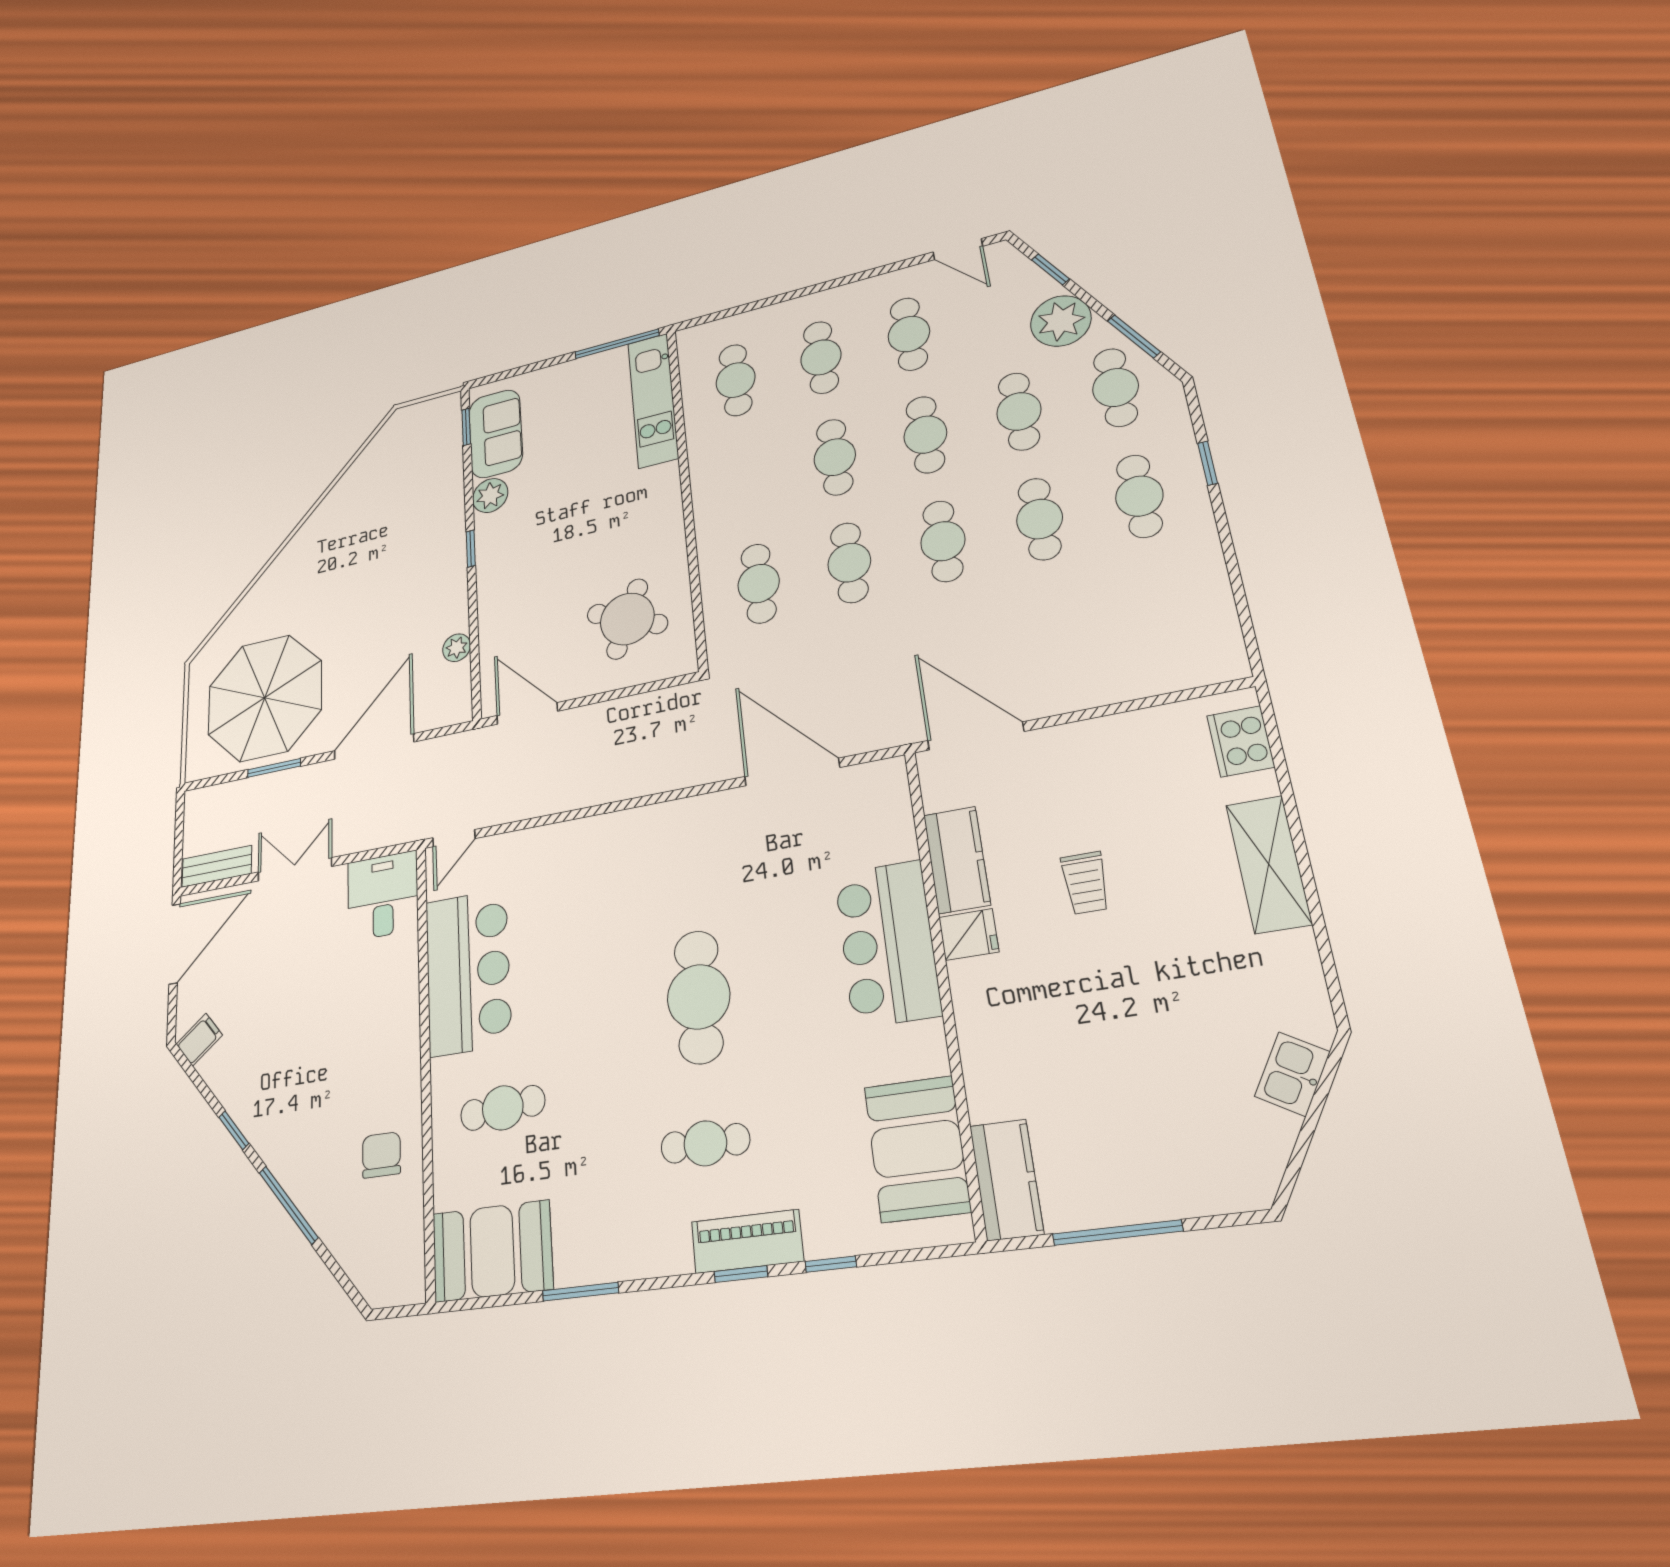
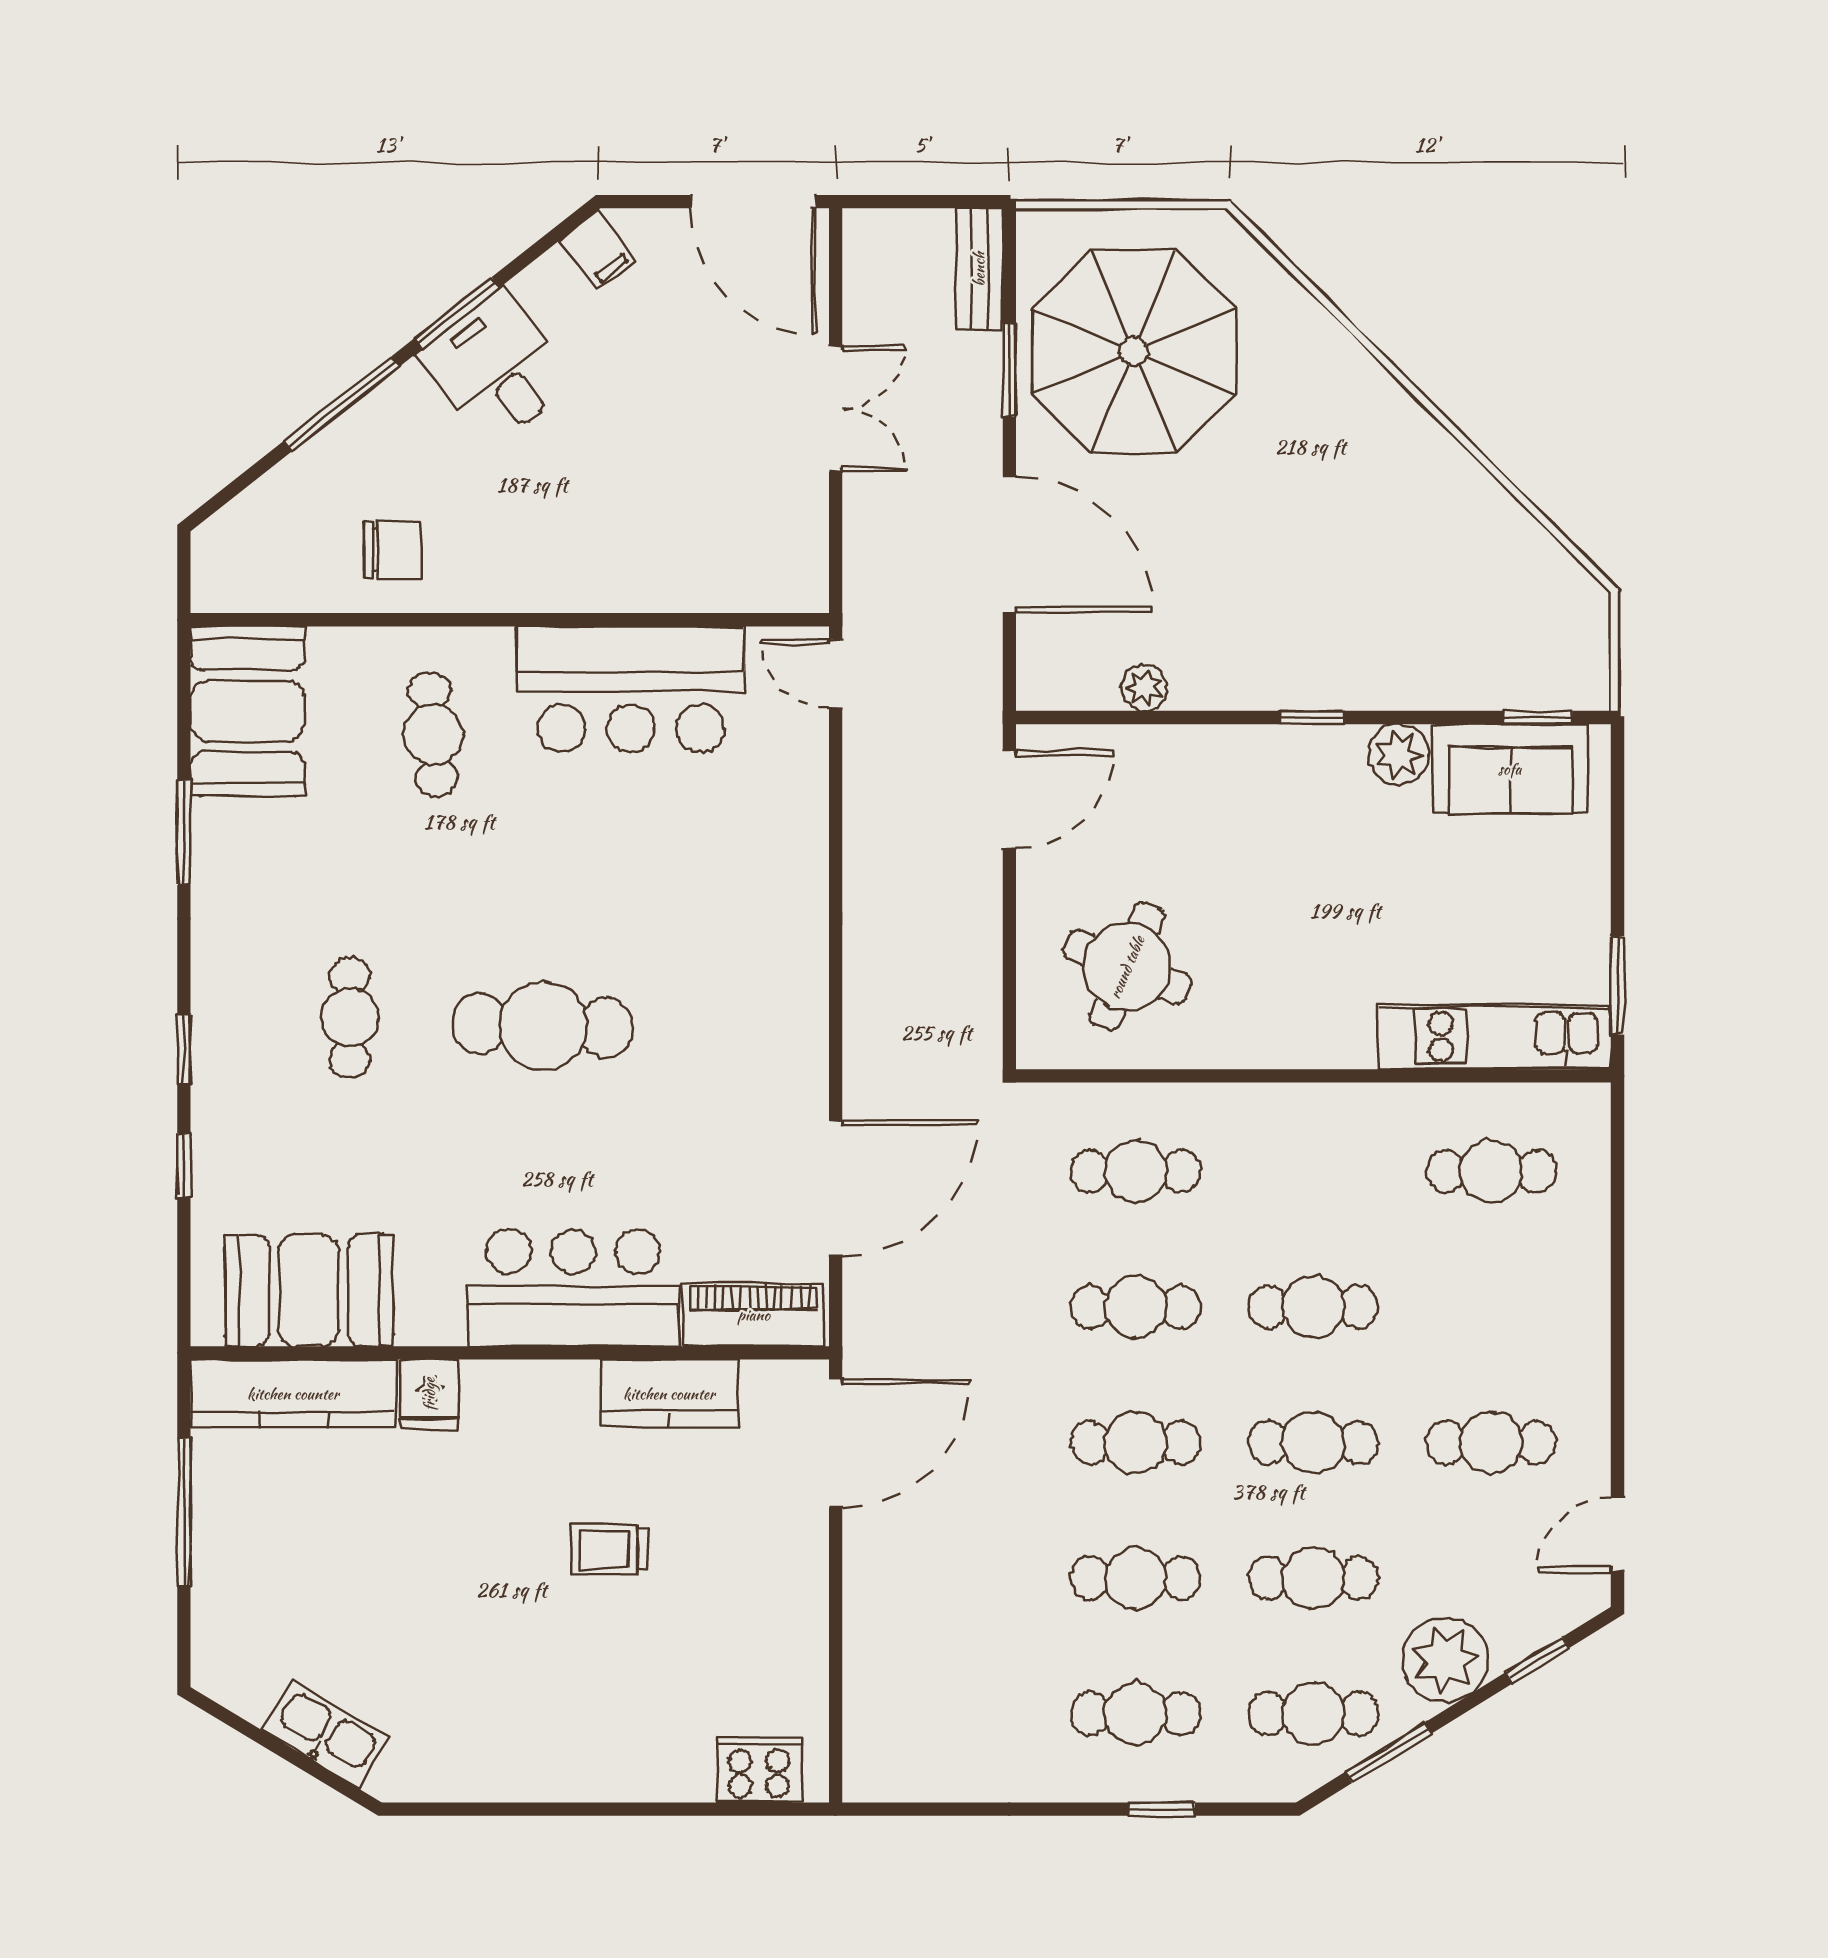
window: (617, 344) -> (1618, 985), width x0.69
cafe table: (821, 357) -> (1491, 1307), removed
shelving: (1269, 864) -> (595, 1769), removed
bench: (217, 866) -> (979, 269), moved
desk: (383, 896) -> (496, 368), moved, turned -128
fridge: (969, 935) -> (429, 1394), moved
kitchen sink: (1292, 1074) -> (326, 1734), width x1.38
window: (234, 1130) -> (457, 313), width x1.50
kitchen counter: (1006, 1180) -> (293, 1394), width x1.50
piano: (747, 1241) -> (754, 1315), moved, turned -90

